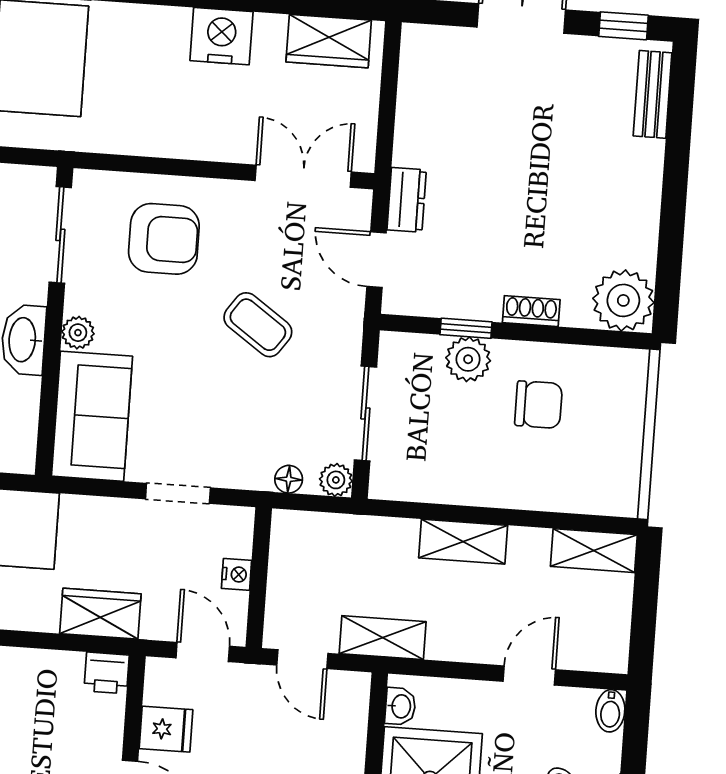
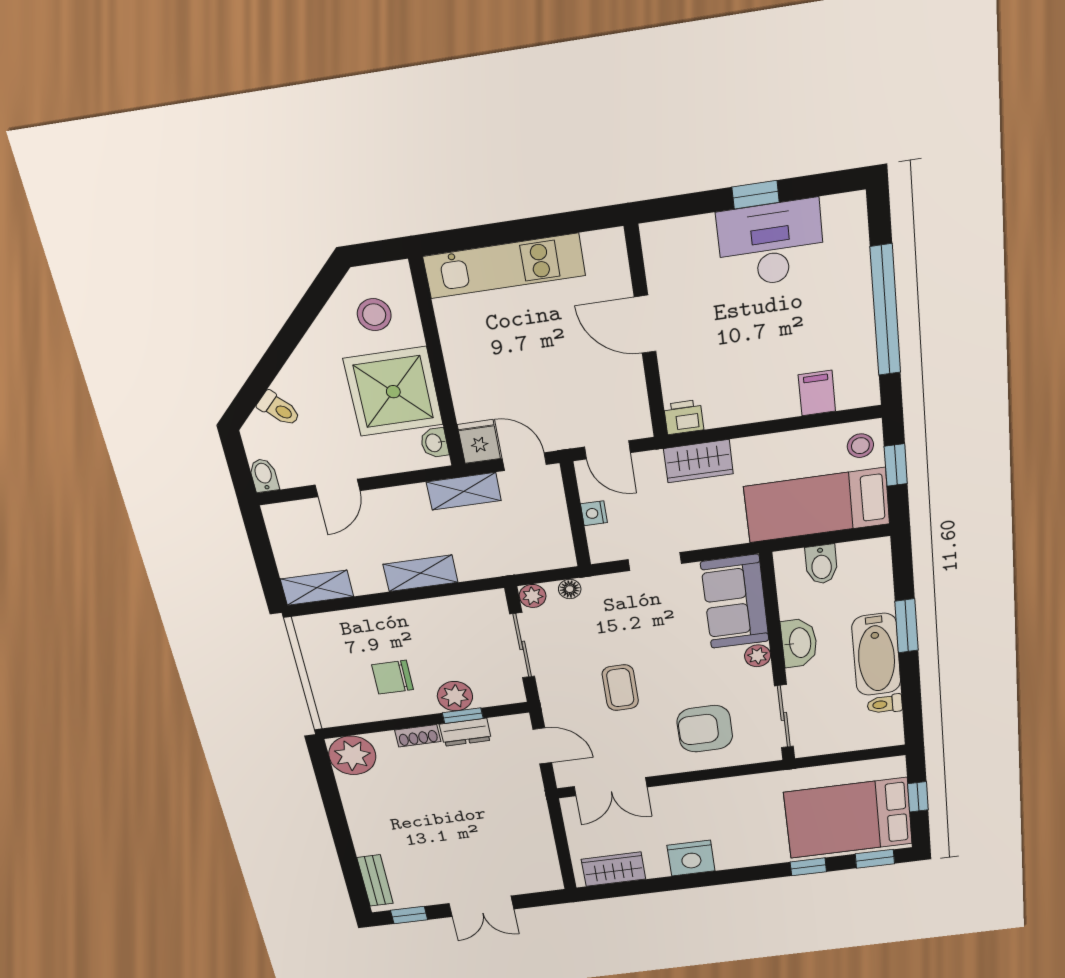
dresser: (407, 200) -> (465, 732), moved, turned -90
coffee table: (258, 325) -> (620, 688), turned 55
fridge: (166, 729) -> (479, 442), moved, turned 90

